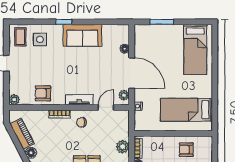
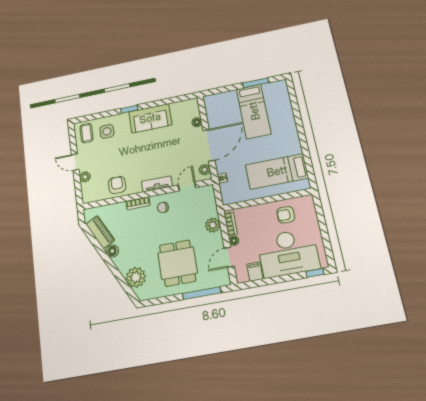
window: (162, 22) -> (256, 83), moved
bed: (195, 49) -> (254, 111), moved
door: (132, 73) -> (209, 145), hinge flipped
armchair: (43, 93) -> (117, 185), turned 90
plant: (14, 100) -> (85, 177), moved

